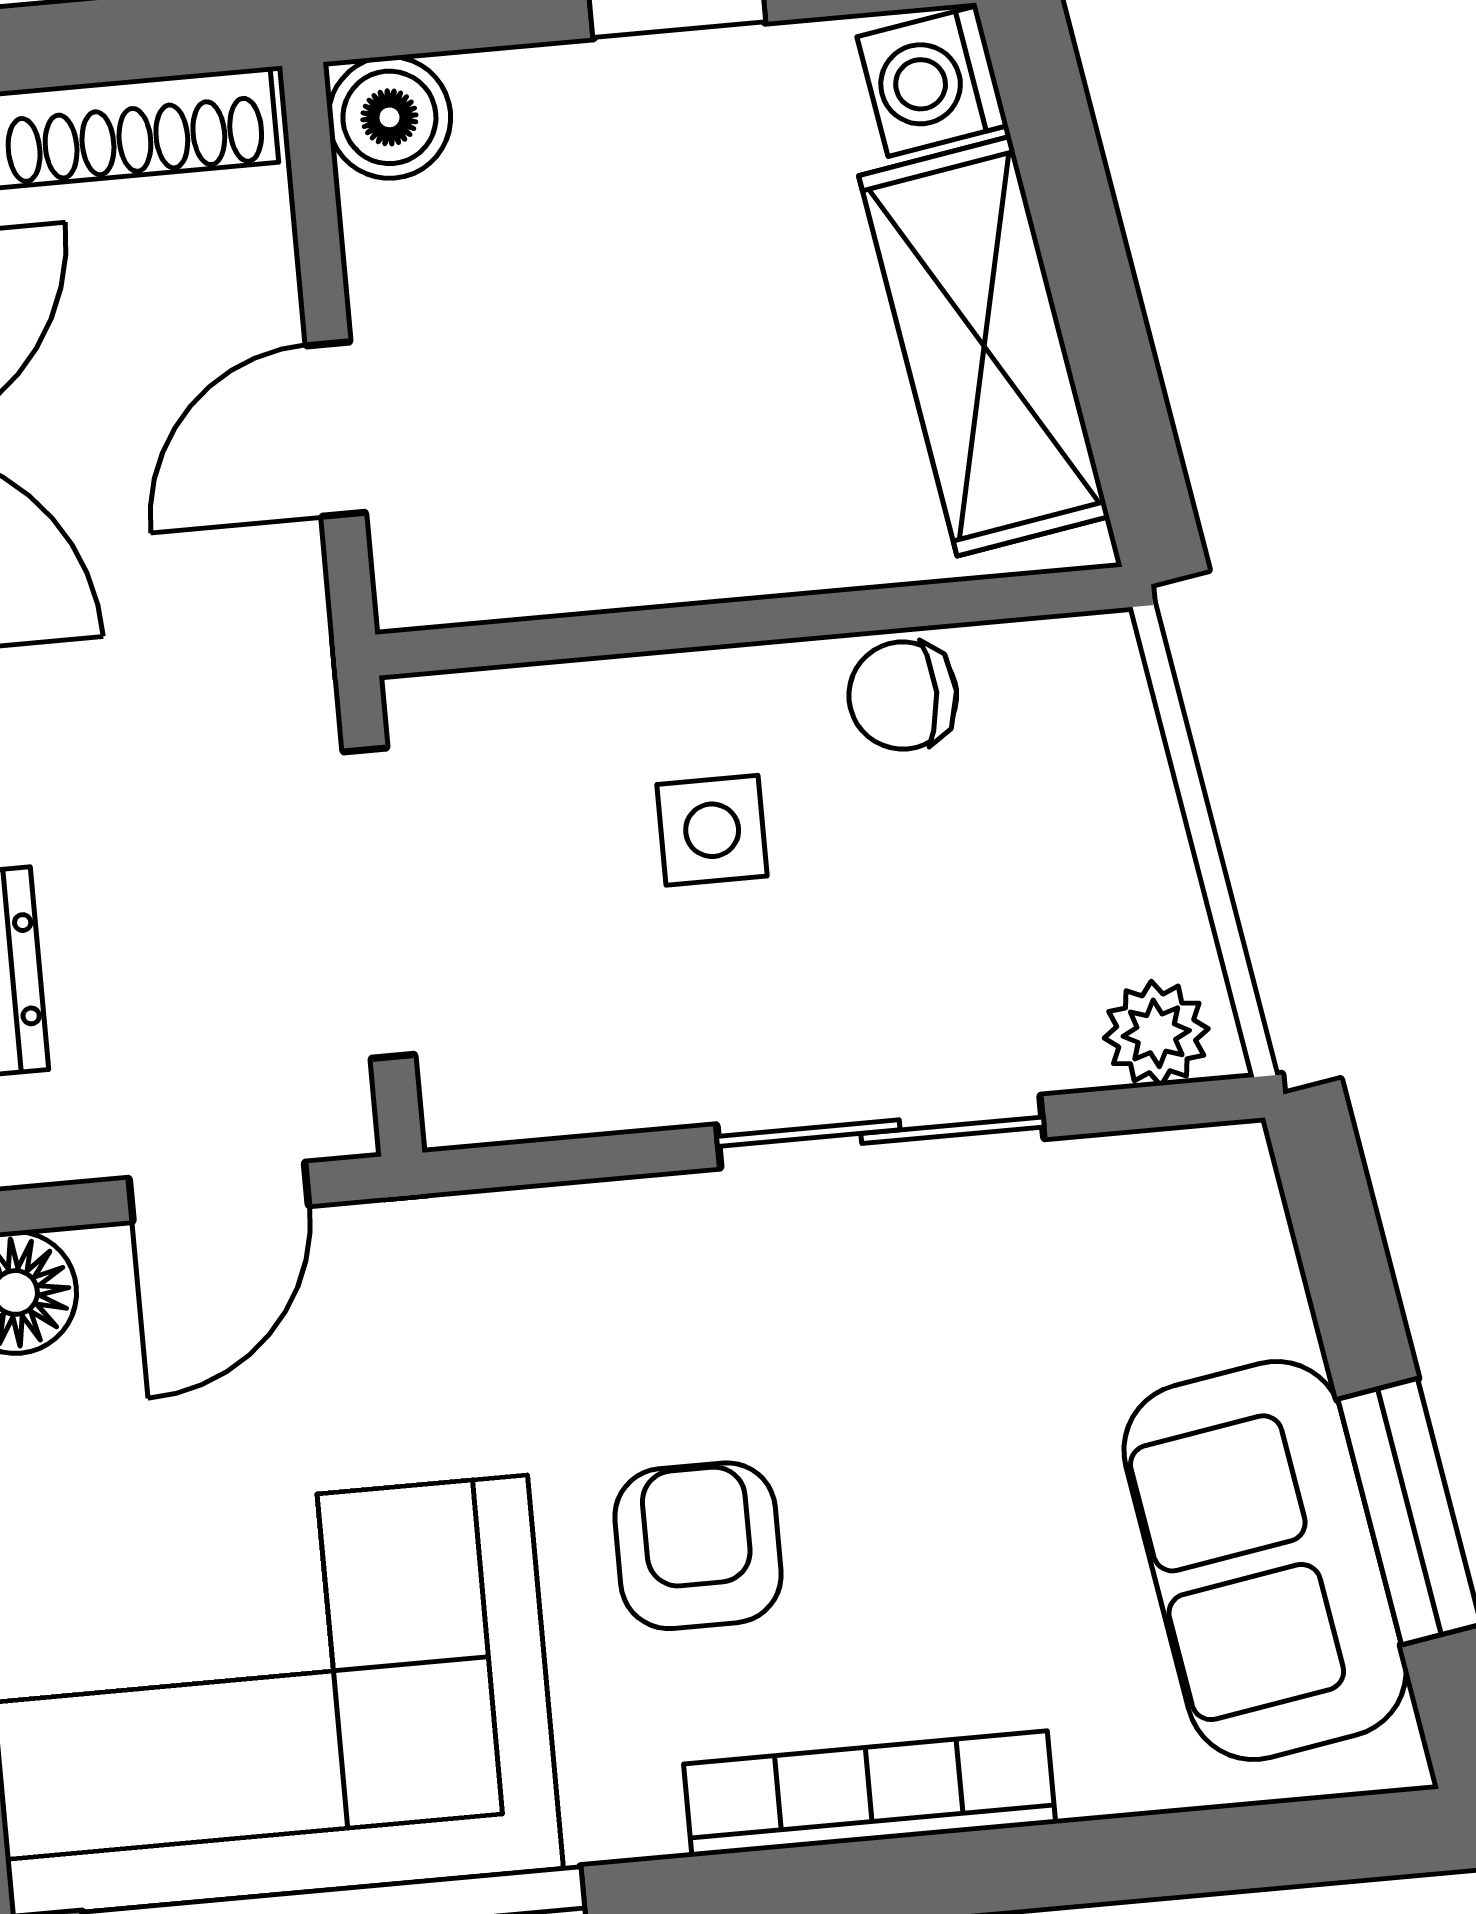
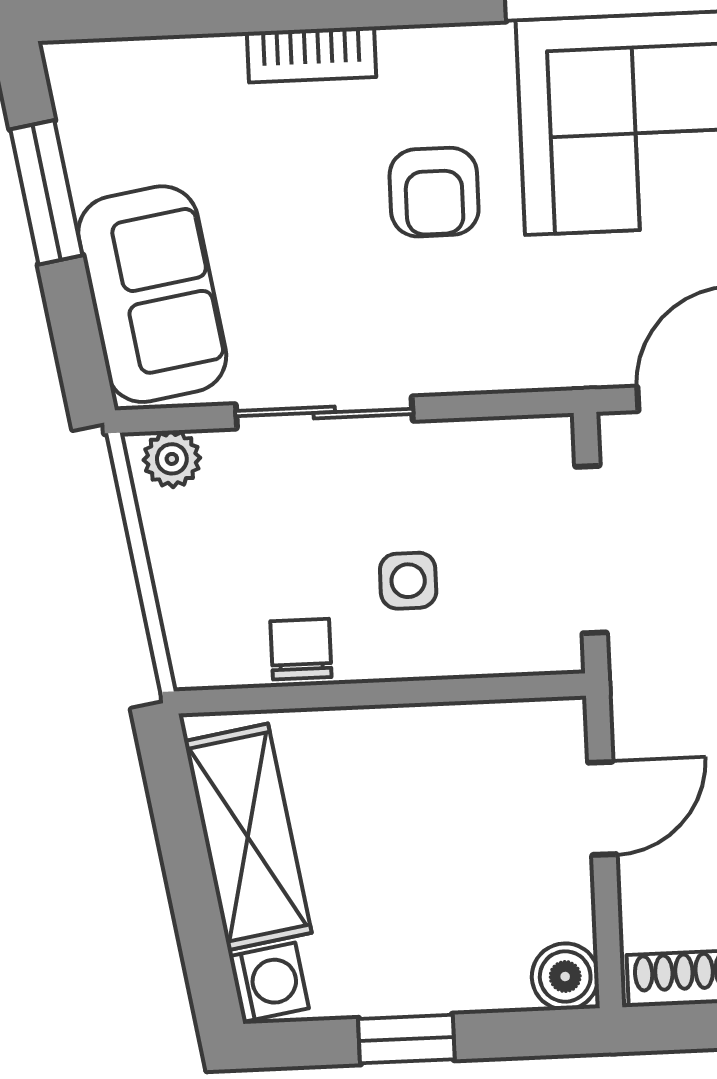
chair: (903, 695) -> (301, 649), turned -90
sofa: (1265, 1560) -> (152, 294), moved
bookcase: (870, 1794) -> (311, 54), width x0.64

